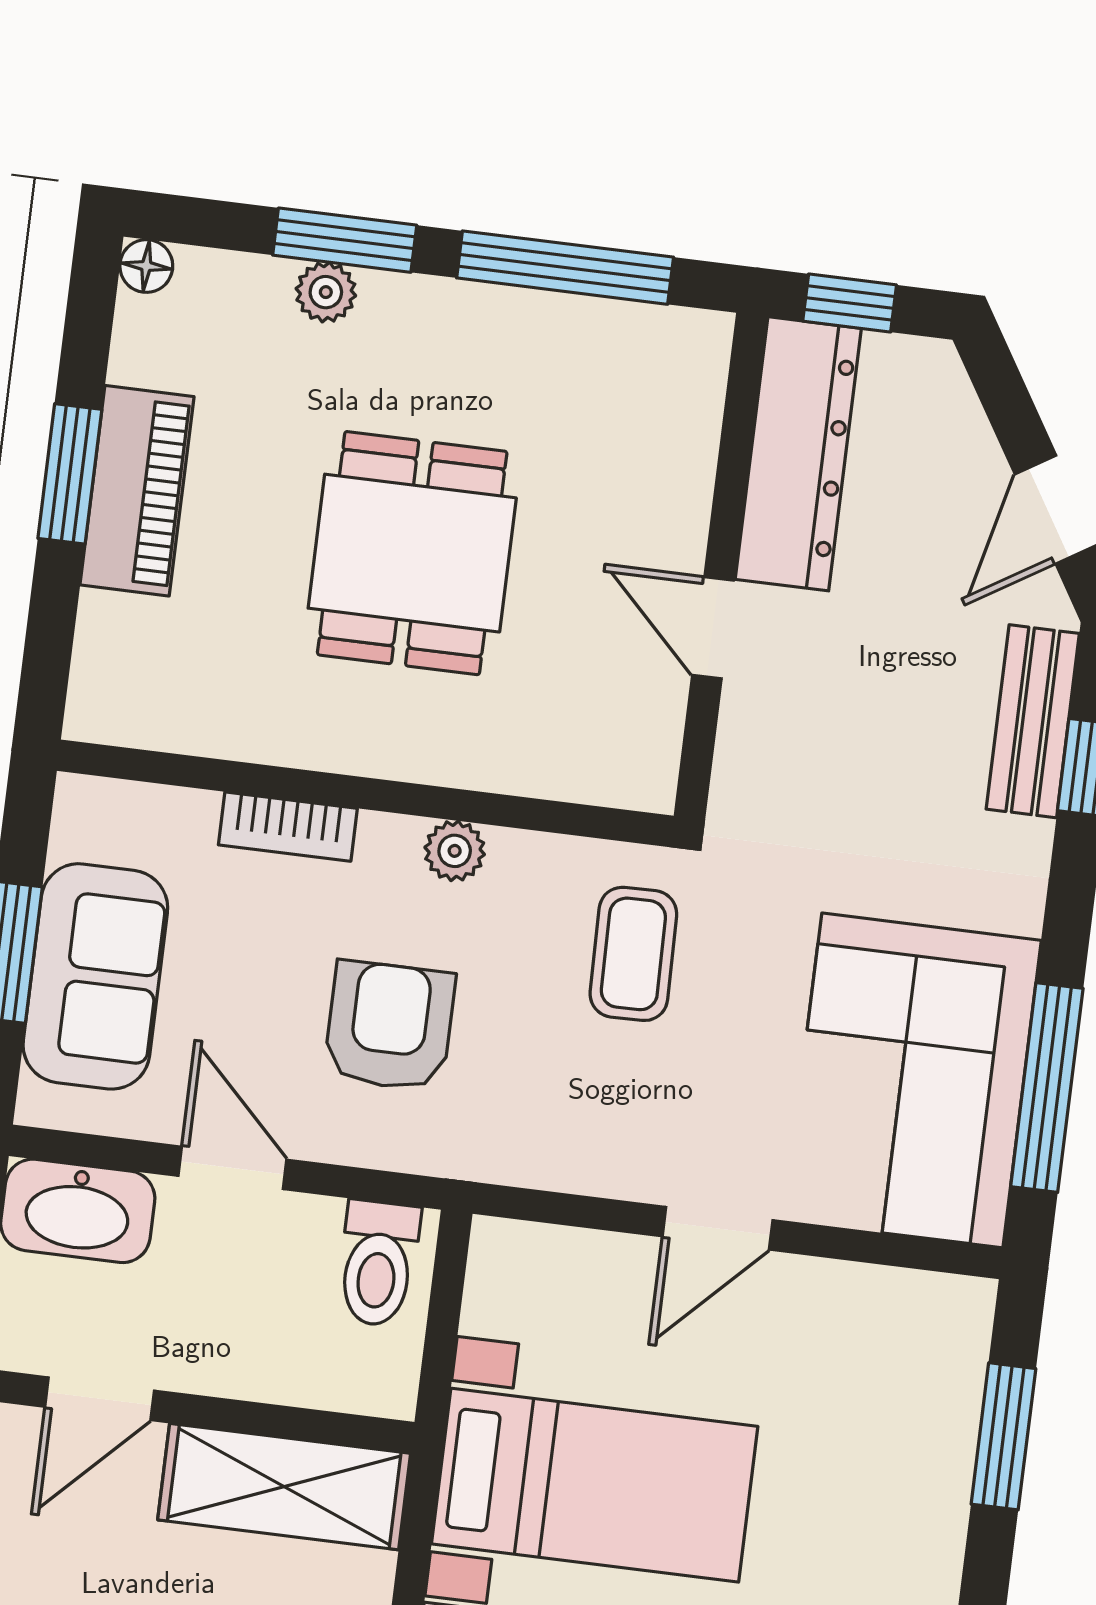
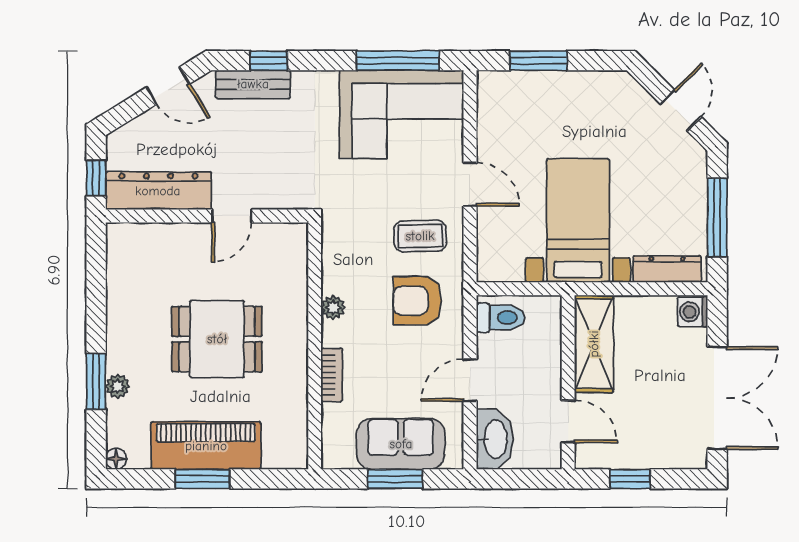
window: (565, 268) -> (96, 292), removed
piano: (137, 491) -> (206, 446), width x1.37, depth x1.33
coffee table: (633, 954) -> (420, 236), moved
armchair: (390, 1026) -> (417, 301), moved

